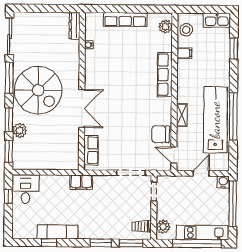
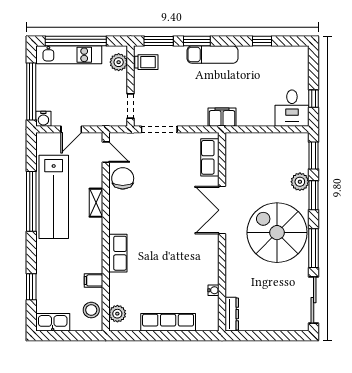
row of seats: (165, 75) -> (118, 253), width x0.68
chair: (160, 134) -> (123, 178), turned -90
exam couch: (58, 232) -> (212, 55), moved

